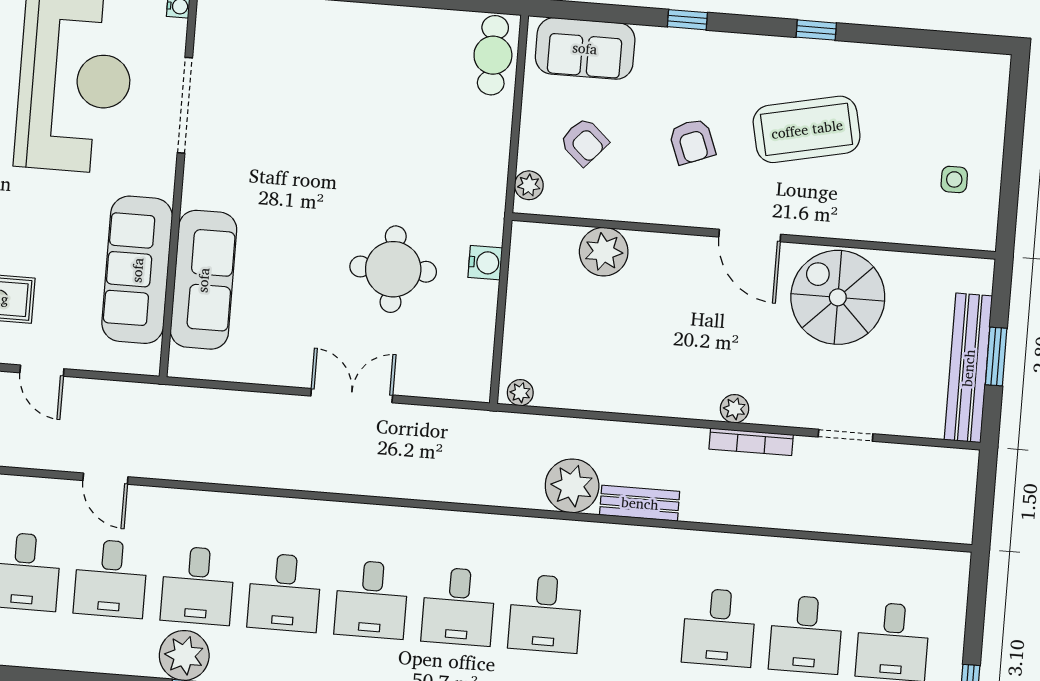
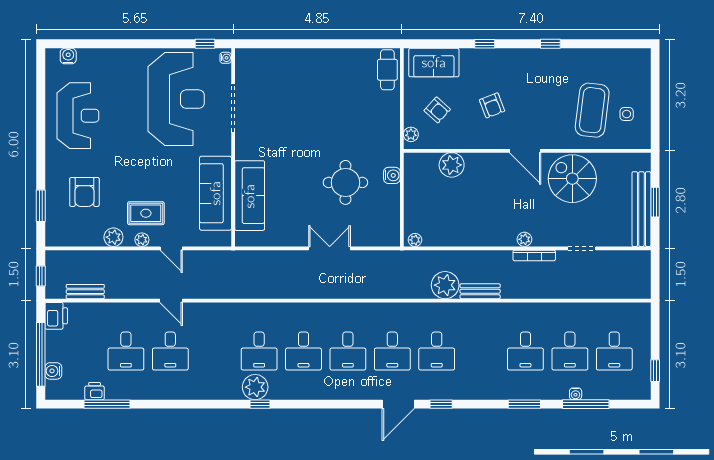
coffee table: (807, 129) -> (592, 110), moved, turned -71
door: (105, 479) -> (171, 301), moved
desk: (111, 579) -> (215, 351), removed

